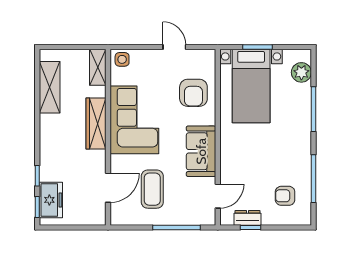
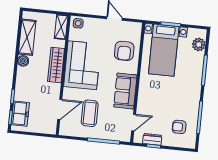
boiler: (47, 122) -> (23, 61), added

